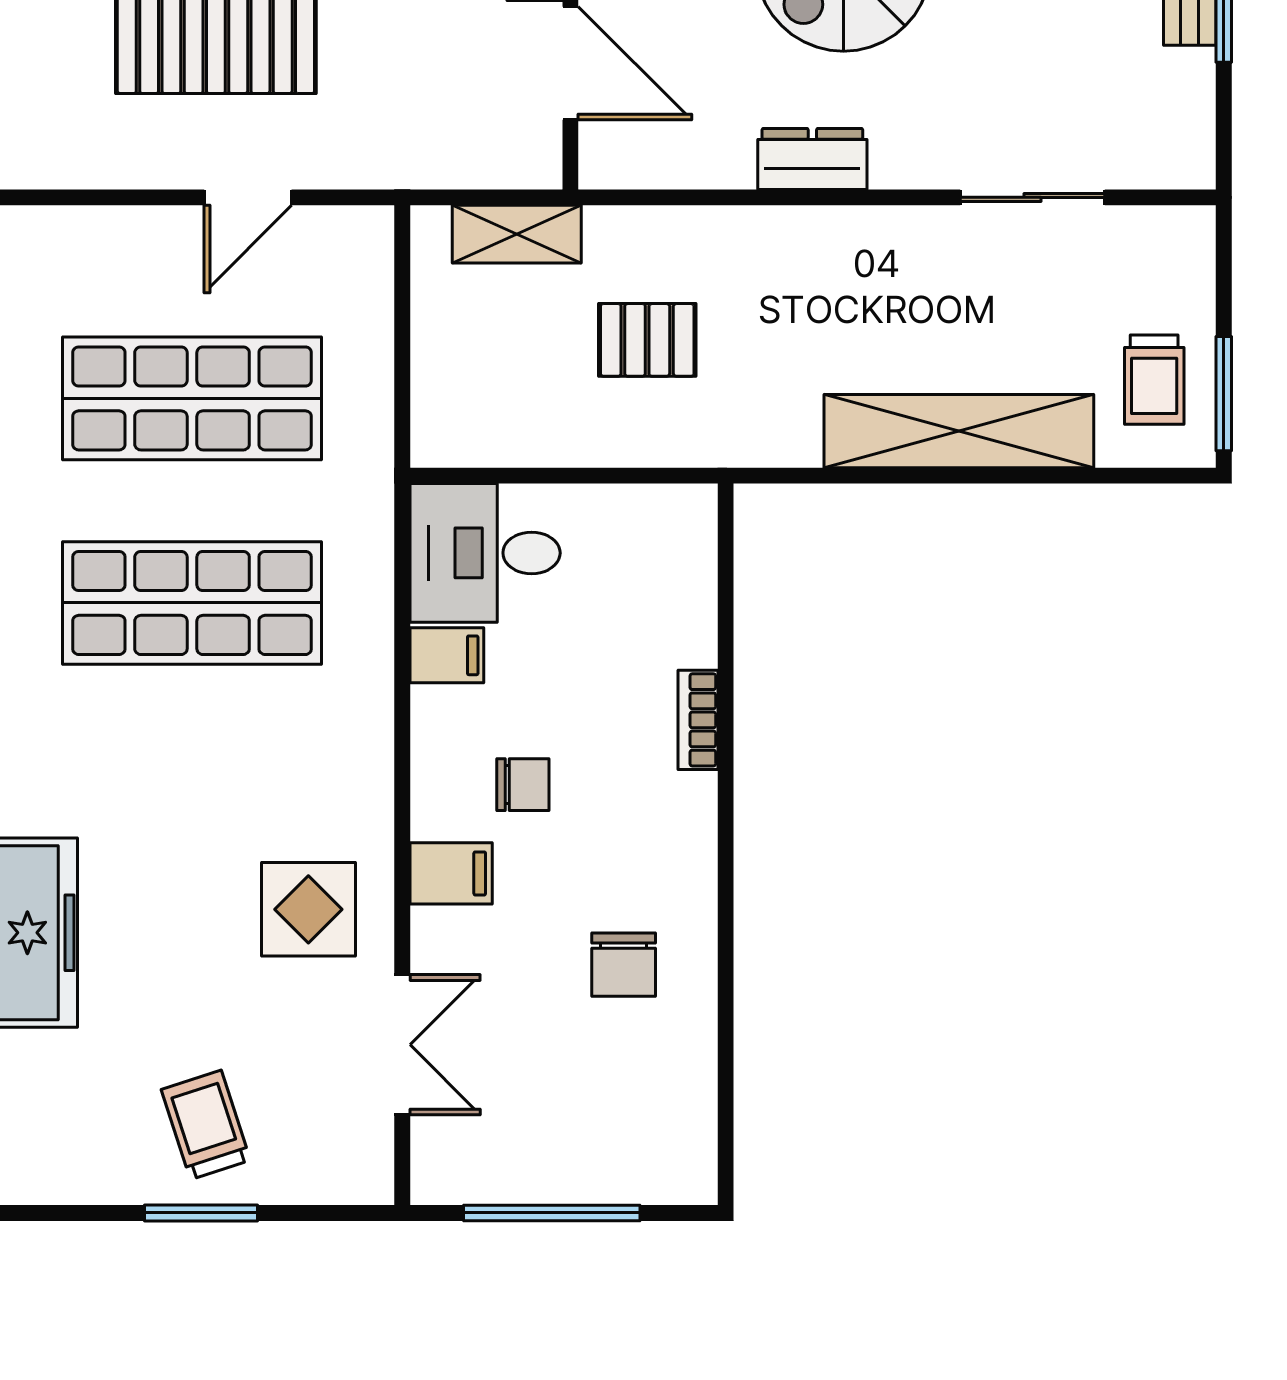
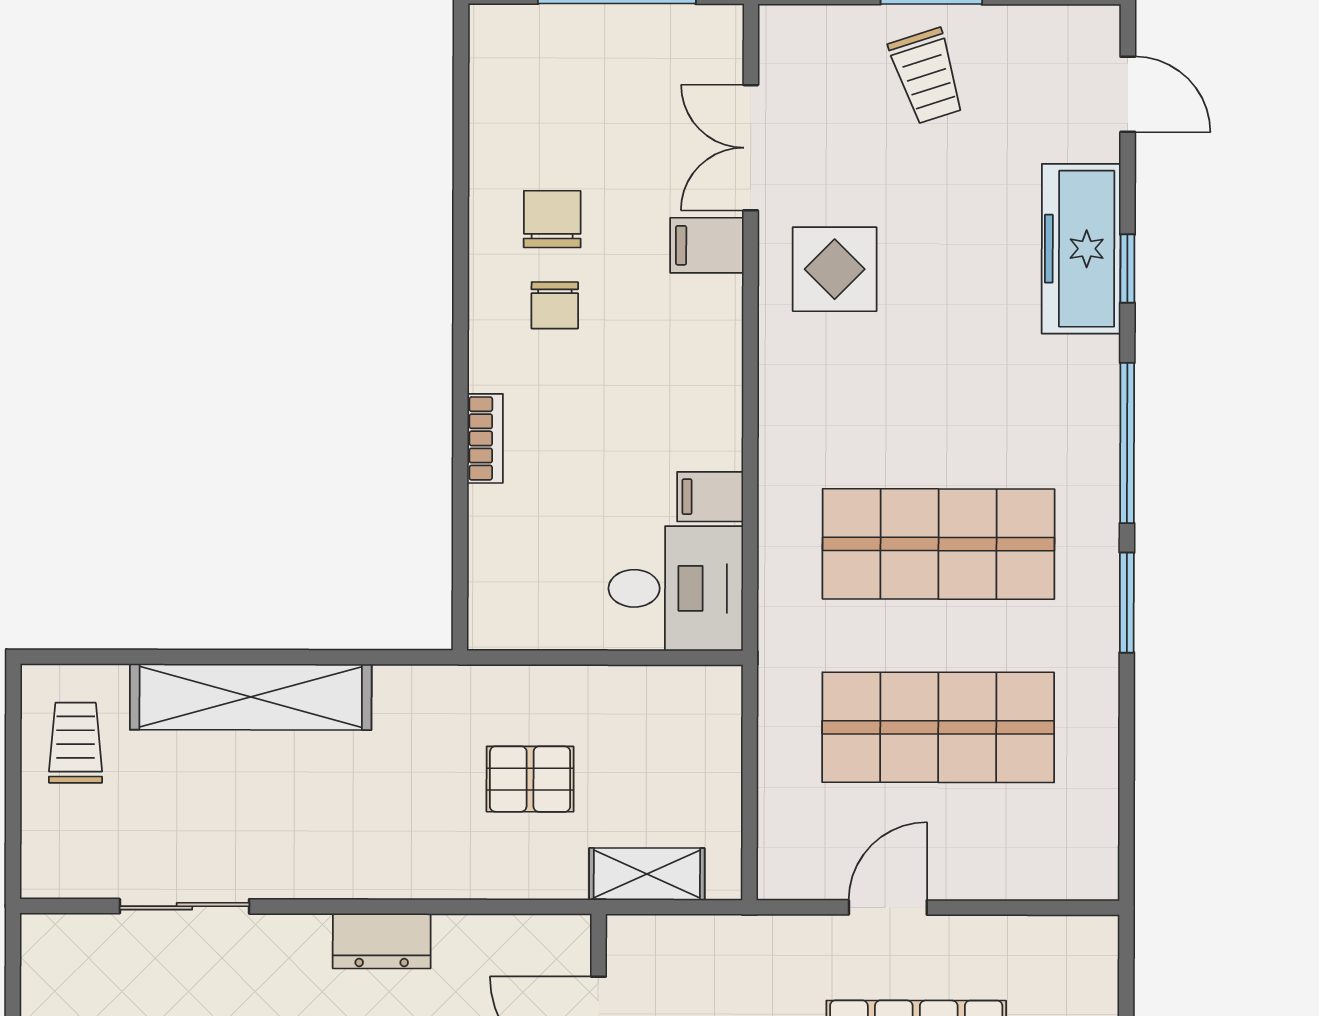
window: (1224, 394) -> (13, 730), removed
chair: (523, 785) -> (555, 305), moved, turned -90
filing cabinet: (451, 873) -> (707, 245), moved

